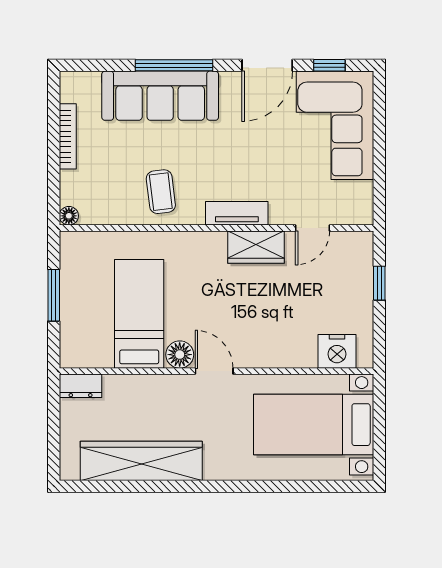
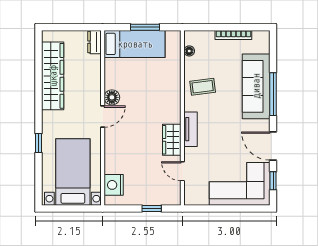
floor lamp: (69, 216) -> (189, 51), moved
bed: (139, 314) -> (135, 44), moved
window: (262, 486) -> (39, 143), added

